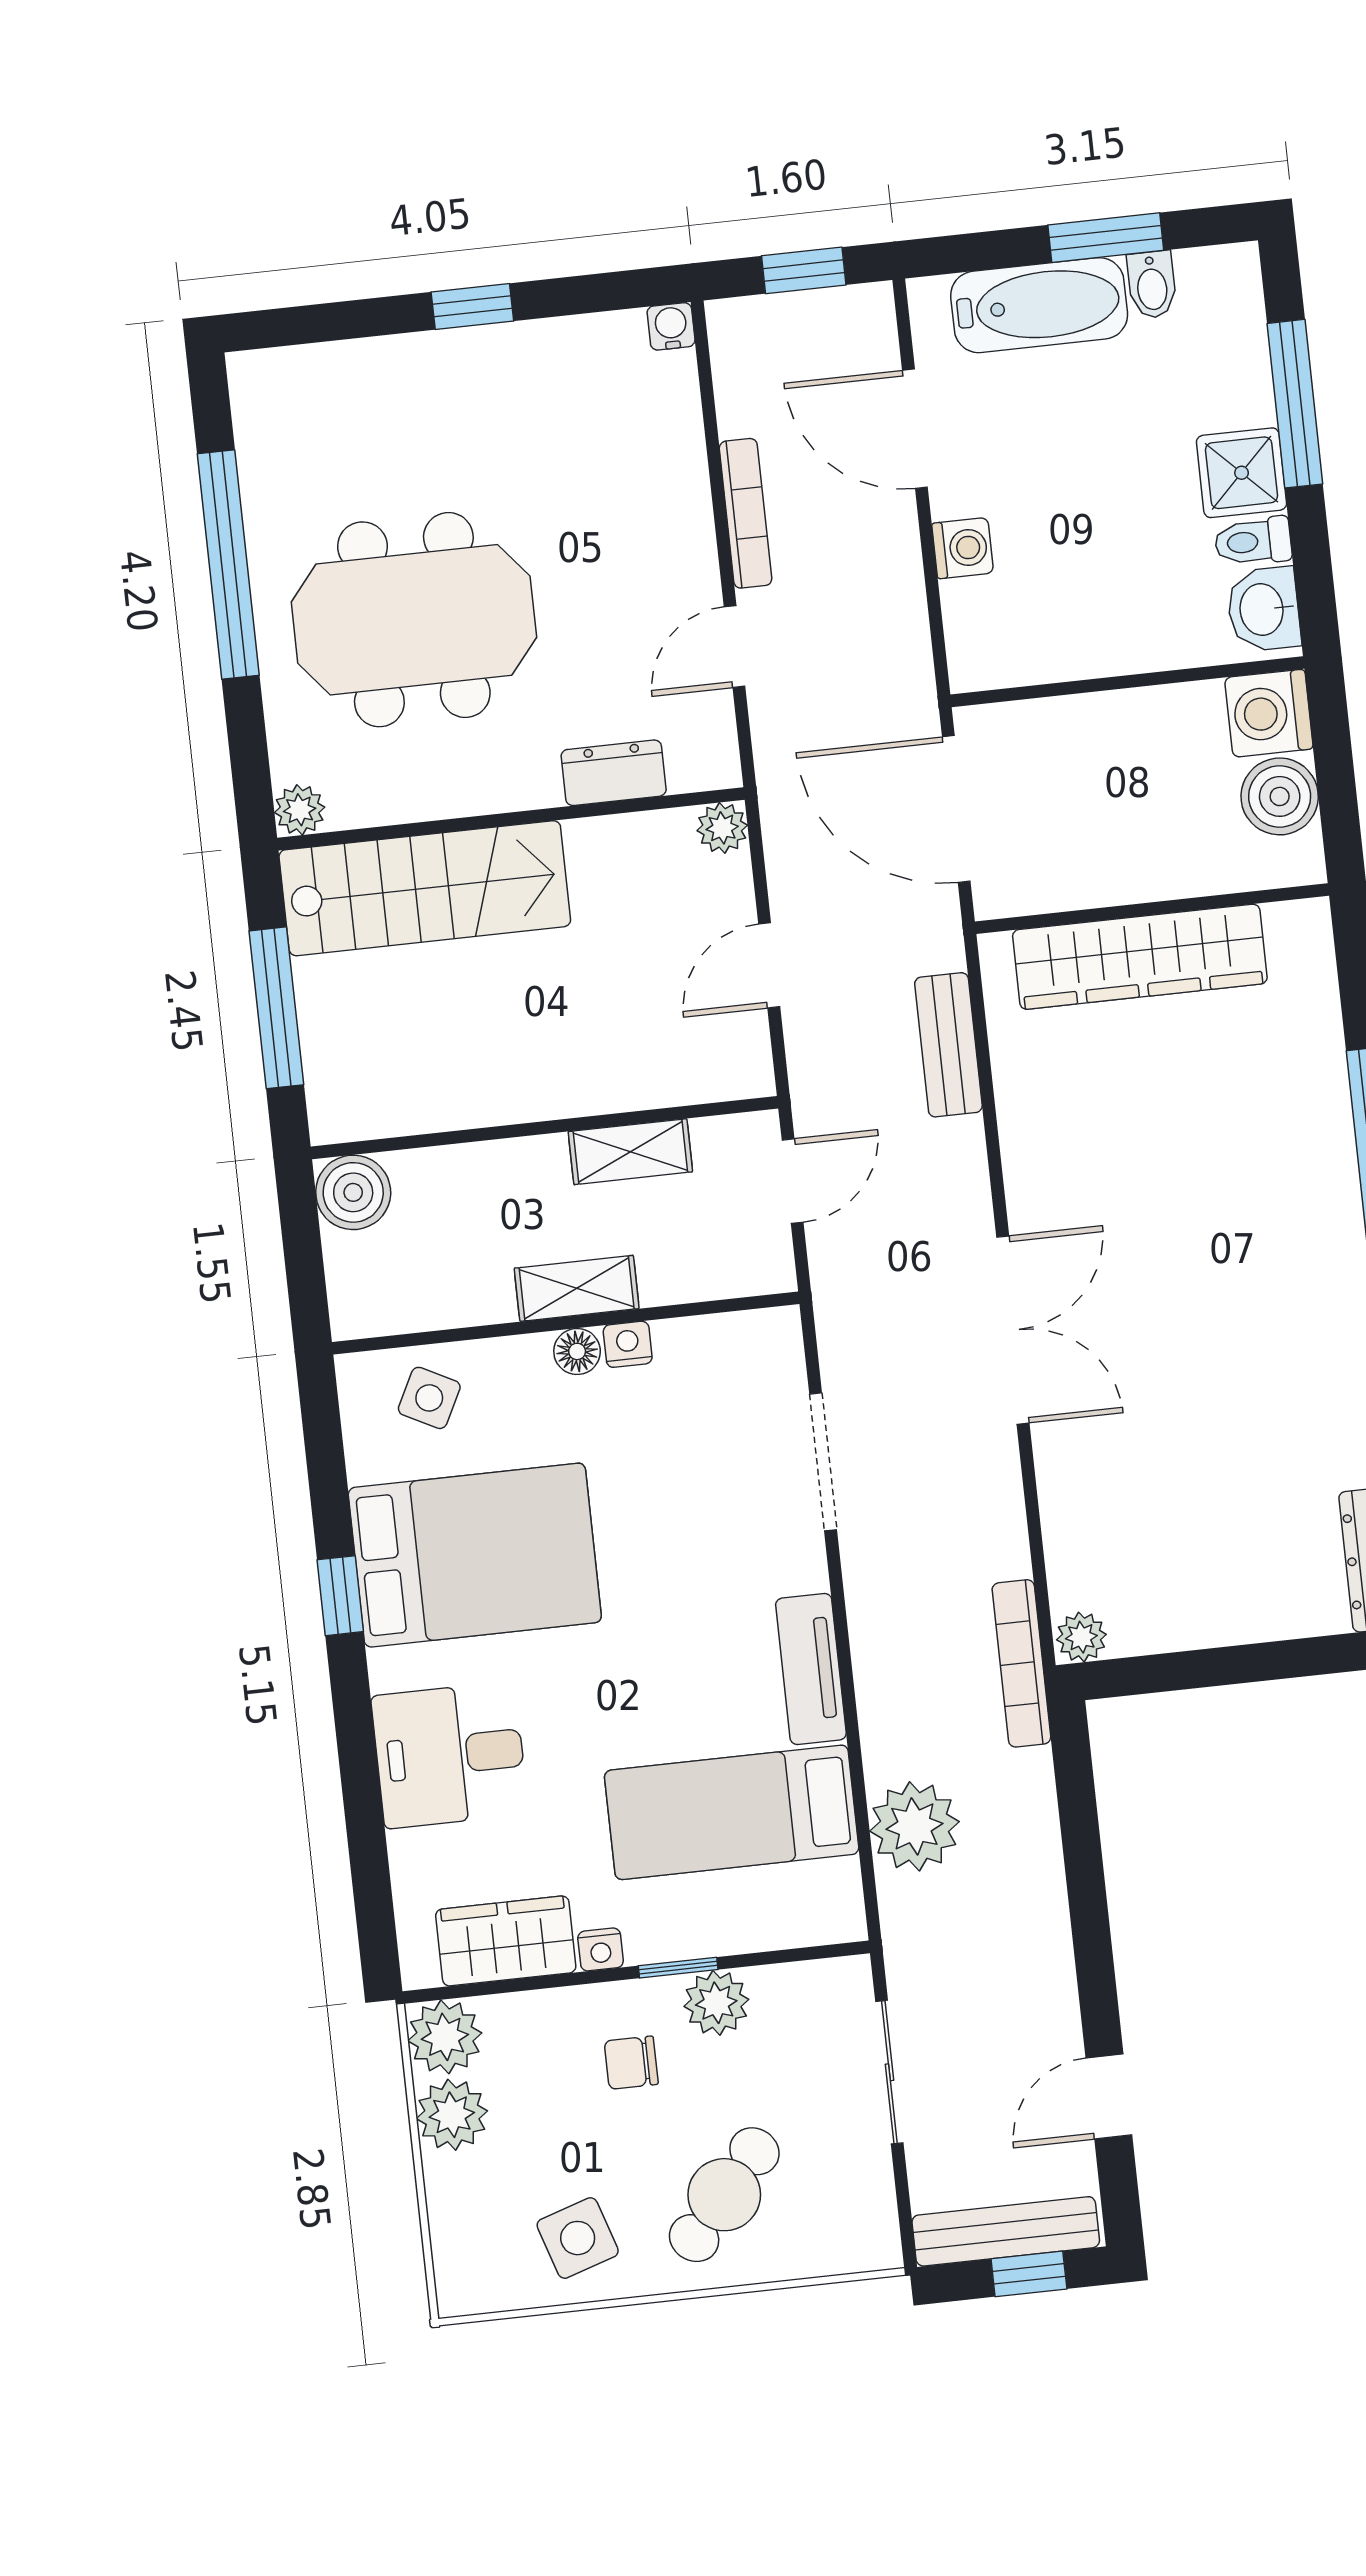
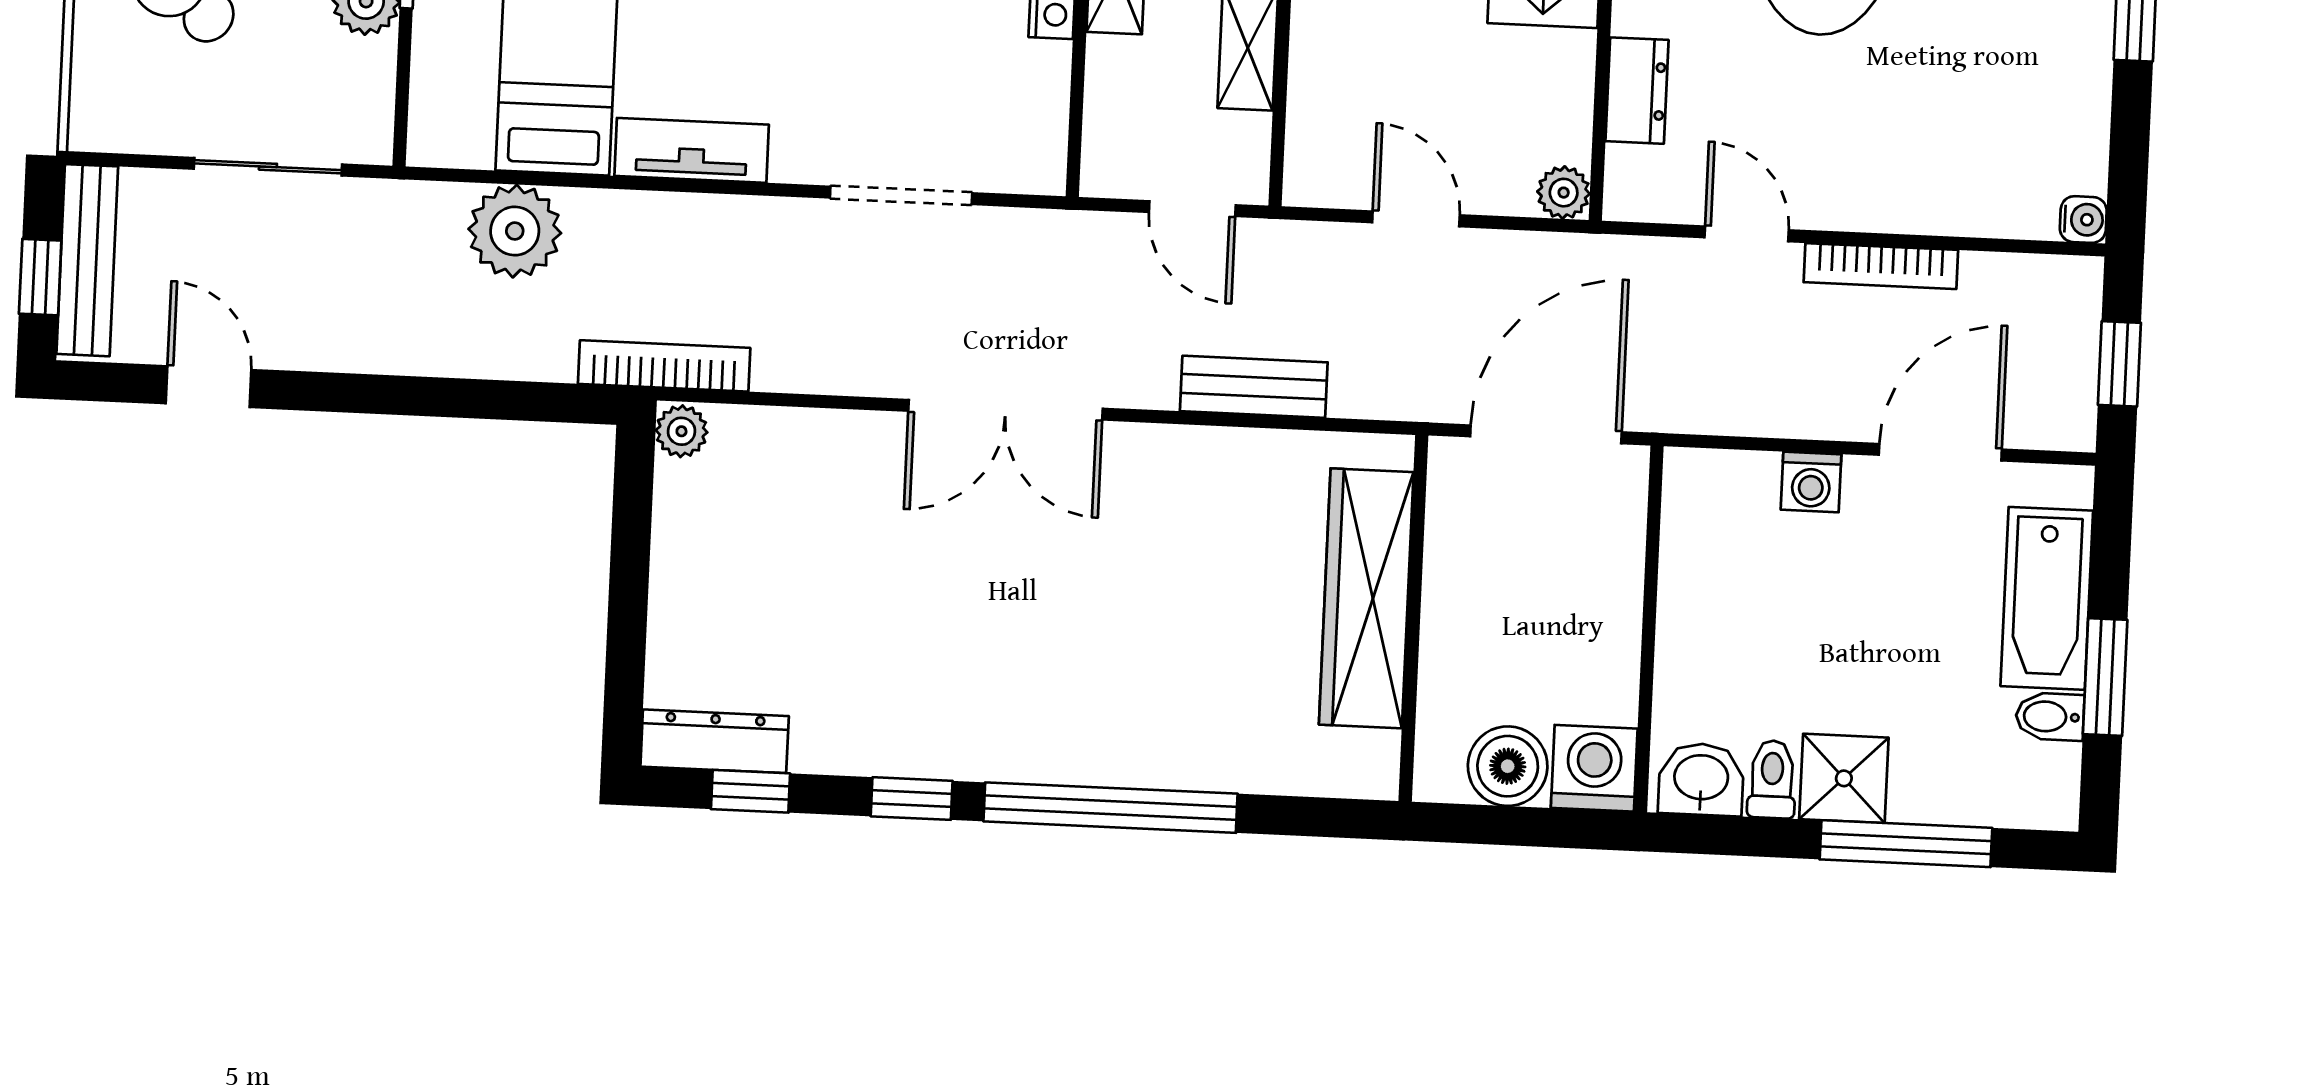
bench: (948, 1045) -> (1254, 387), moved

